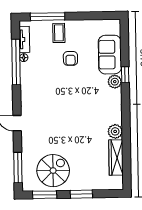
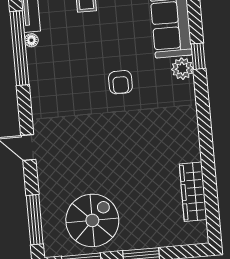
armchair: (70, 58) -> (120, 82), moved
plant: (115, 131) -> (189, 150), removed

